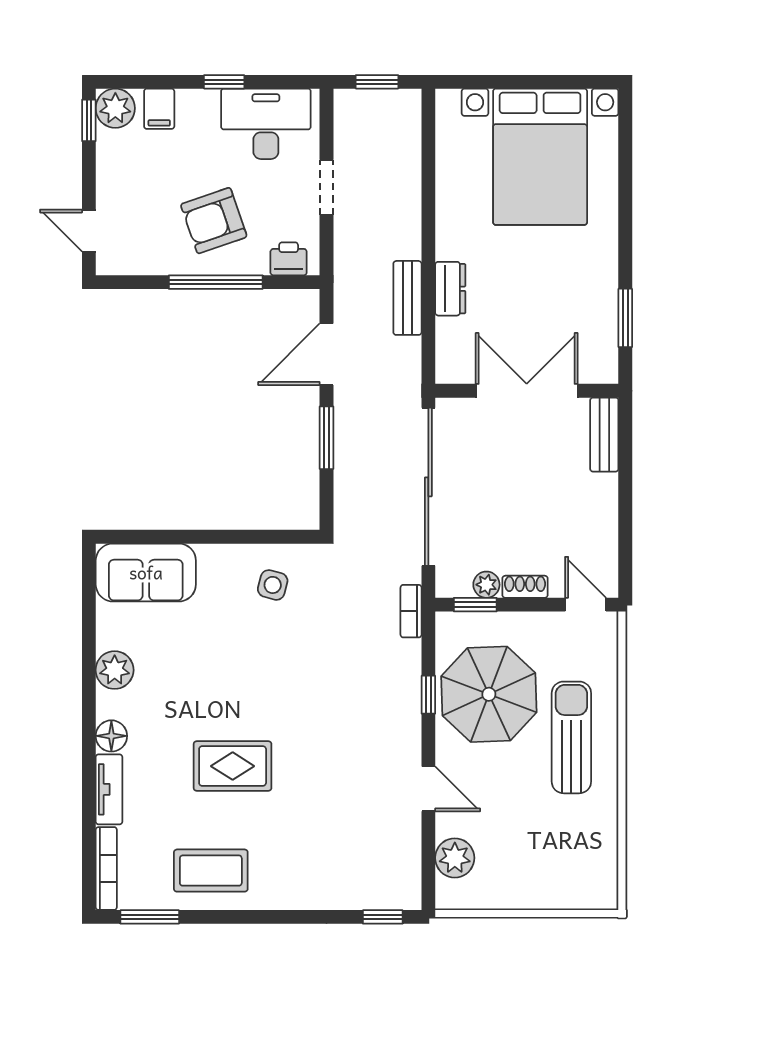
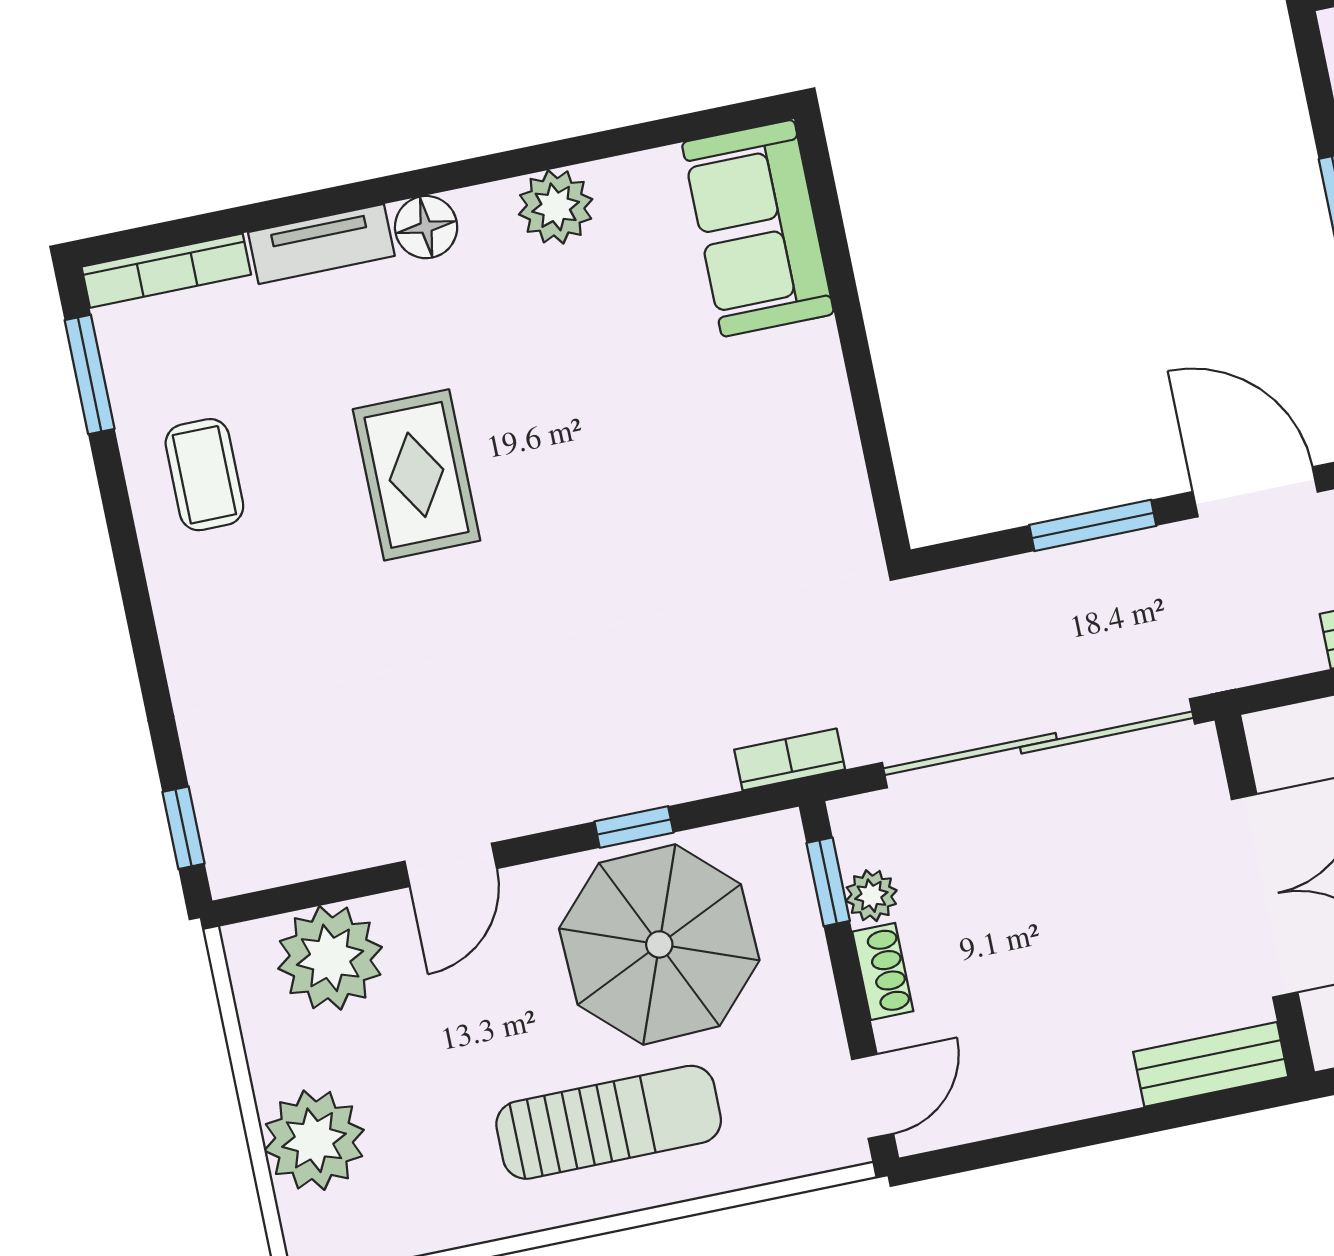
side table: (273, 585) -> (785, 480), removed
plant: (455, 858) -> (330, 958), width x1.36, depth x1.36
coffee table: (211, 871) -> (204, 475), width x0.73, depth x0.77
plant: (550, 884) -> (314, 1140), added

